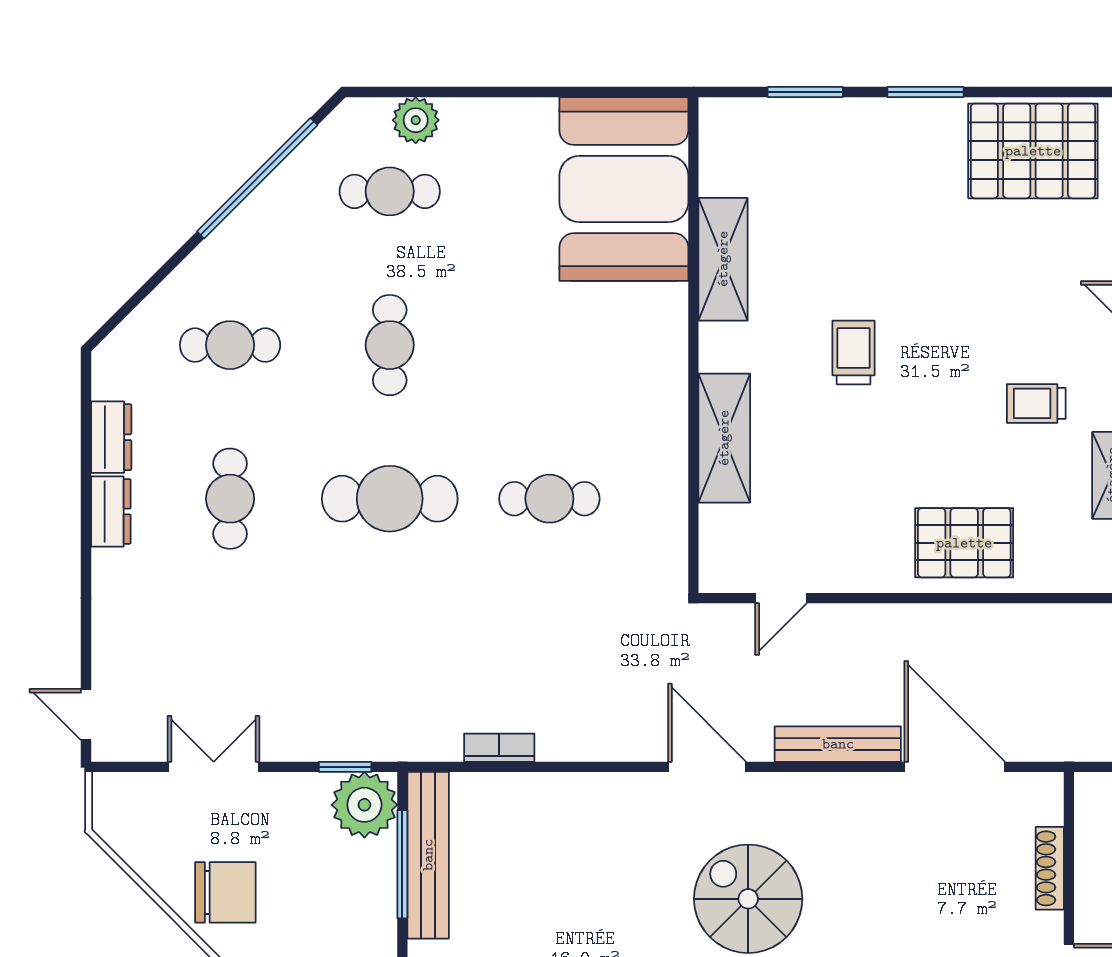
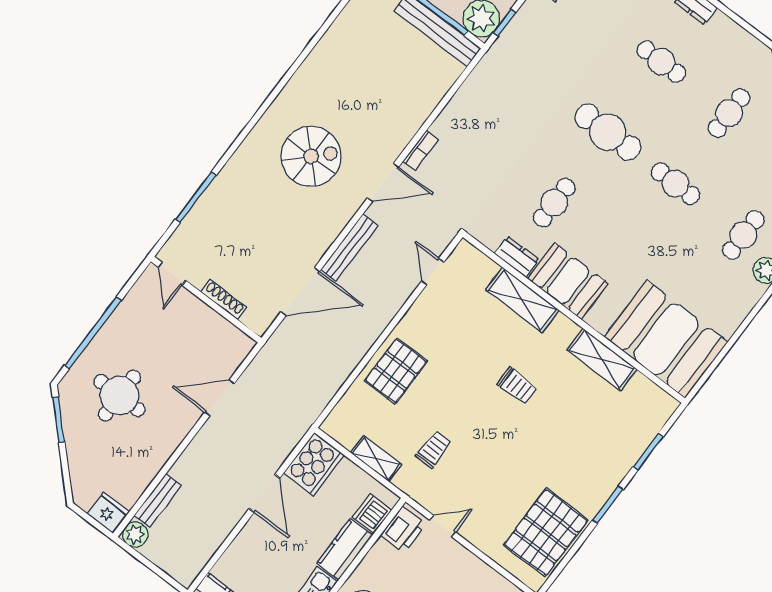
booth: (647, 394) -> (568, 281), added
dresser: (111, 437) -> (517, 257), moved, turned 180
cafe table: (390, 499) -> (608, 132), turned 90
bookcase: (499, 748) -> (421, 150), moved

